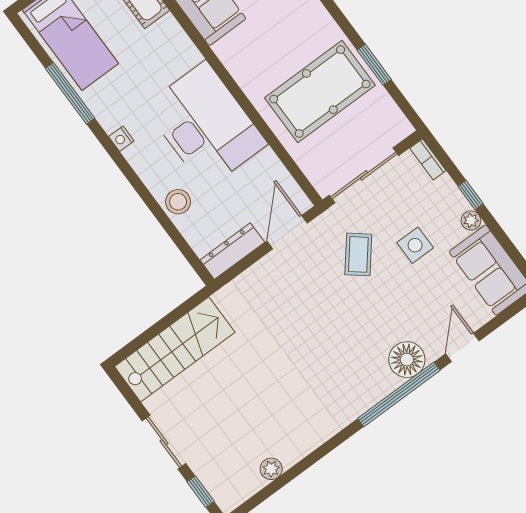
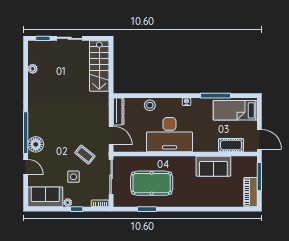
pool table: (320, 92) -> (152, 183), turned 90

